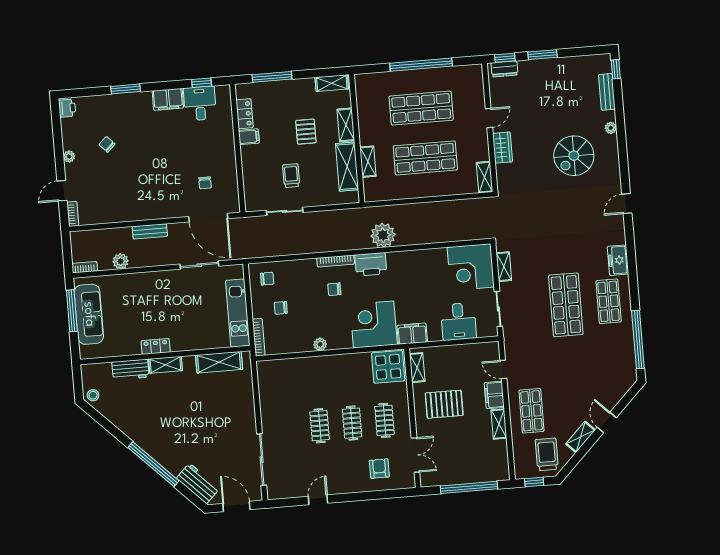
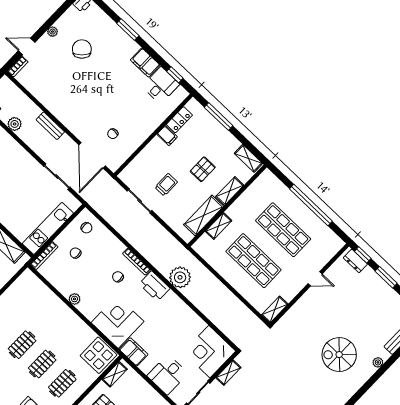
chair: (107, 144) -> (82, 49), width x1.87, depth x1.87
wardrobe: (503, 148) -> (304, 304), removed

